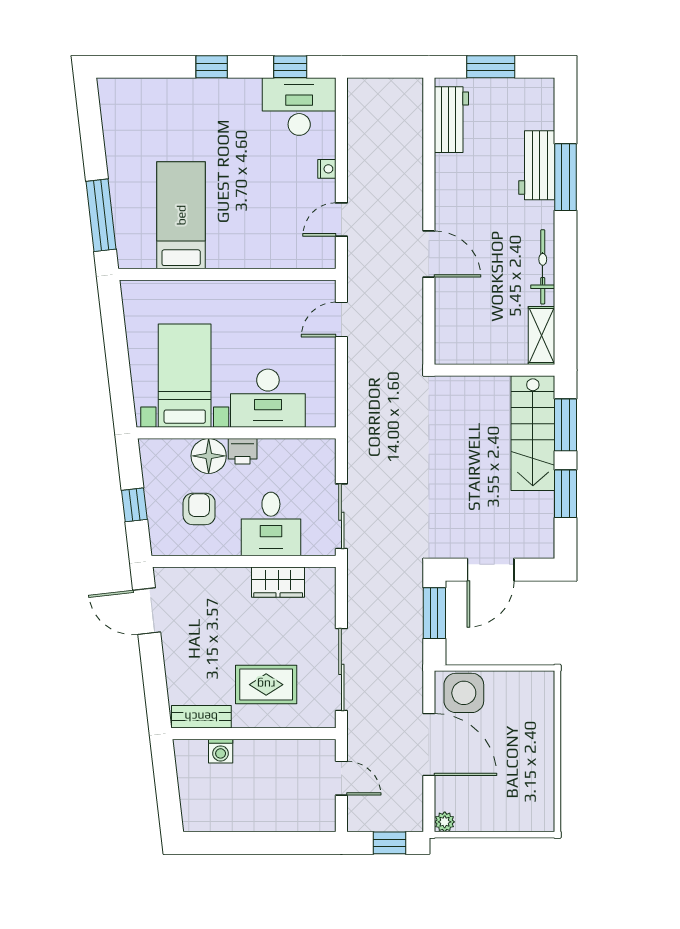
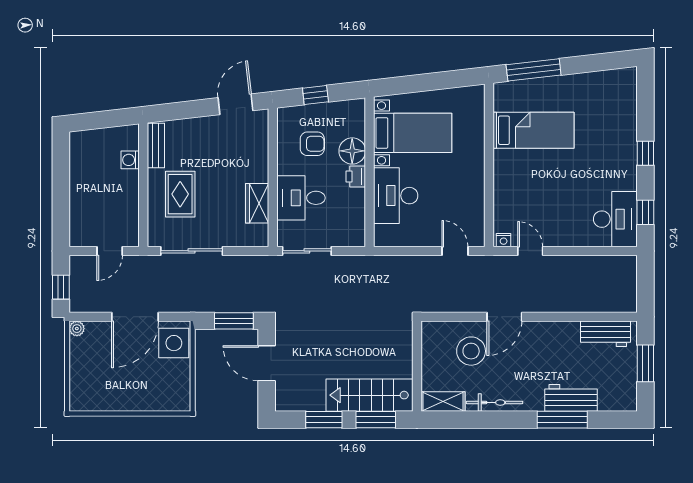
nightstand: (327, 169) -> (504, 240), moved
stool: (474, 298) -> (471, 351), added

